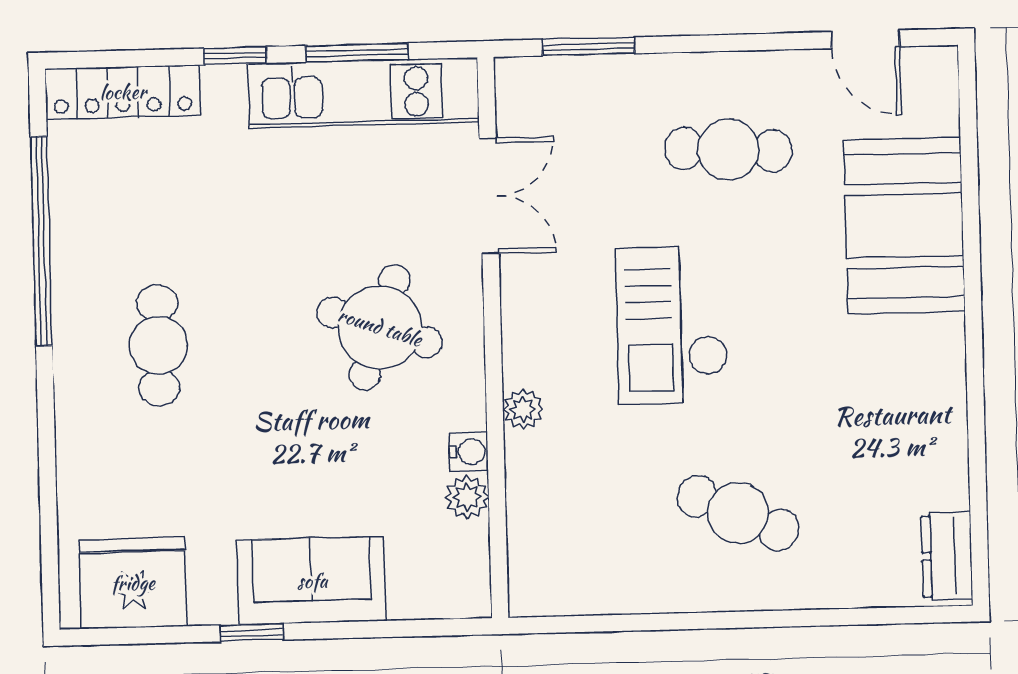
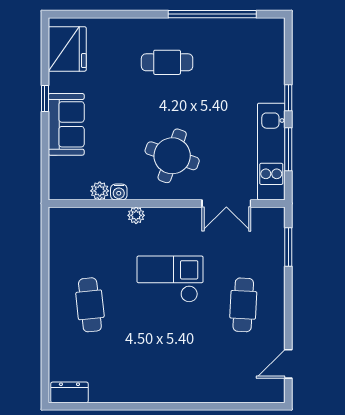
locker: (123, 92) -> (274, 50), removed
booth: (904, 226) -> (209, 378), removed
cafe table: (738, 513) -> (90, 305), turned -30

